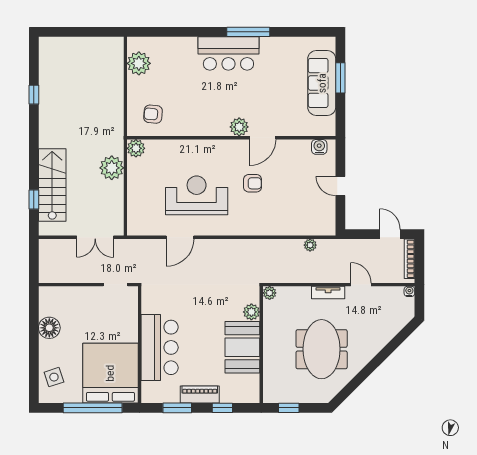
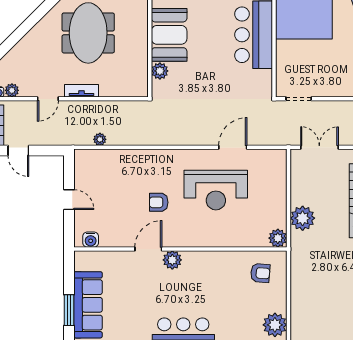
door: (361, 285) -> (48, 99), hinge flipped
plant: (270, 293) -> (12, 90), moved

